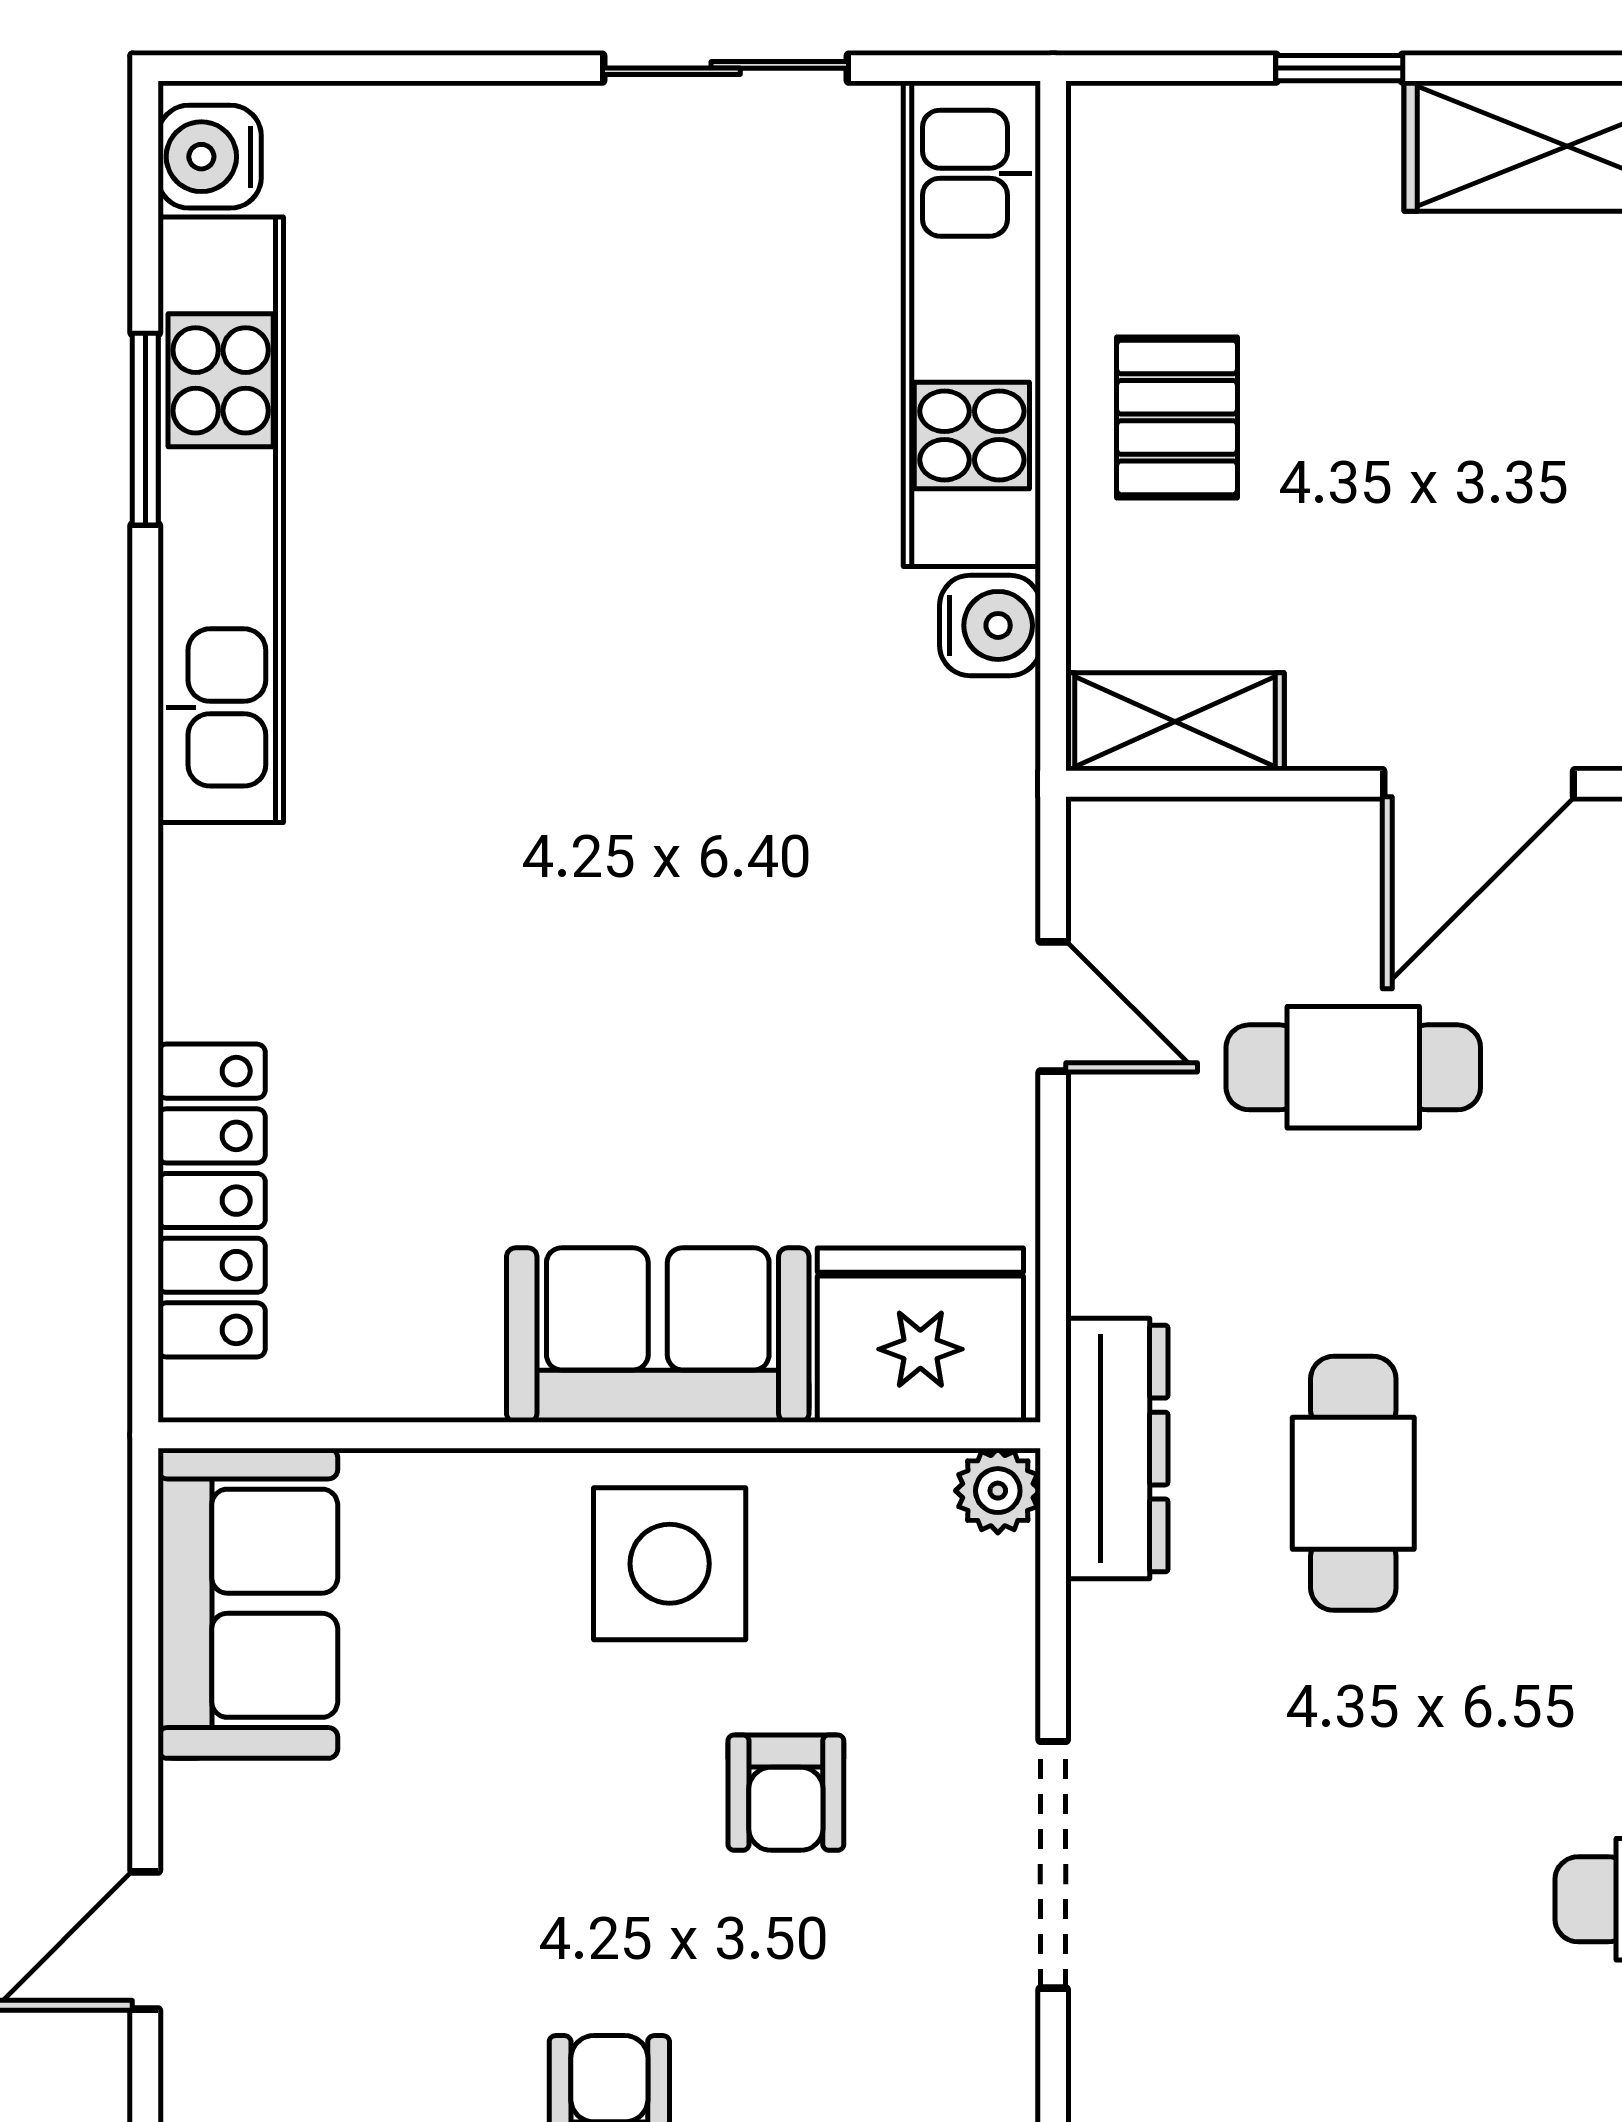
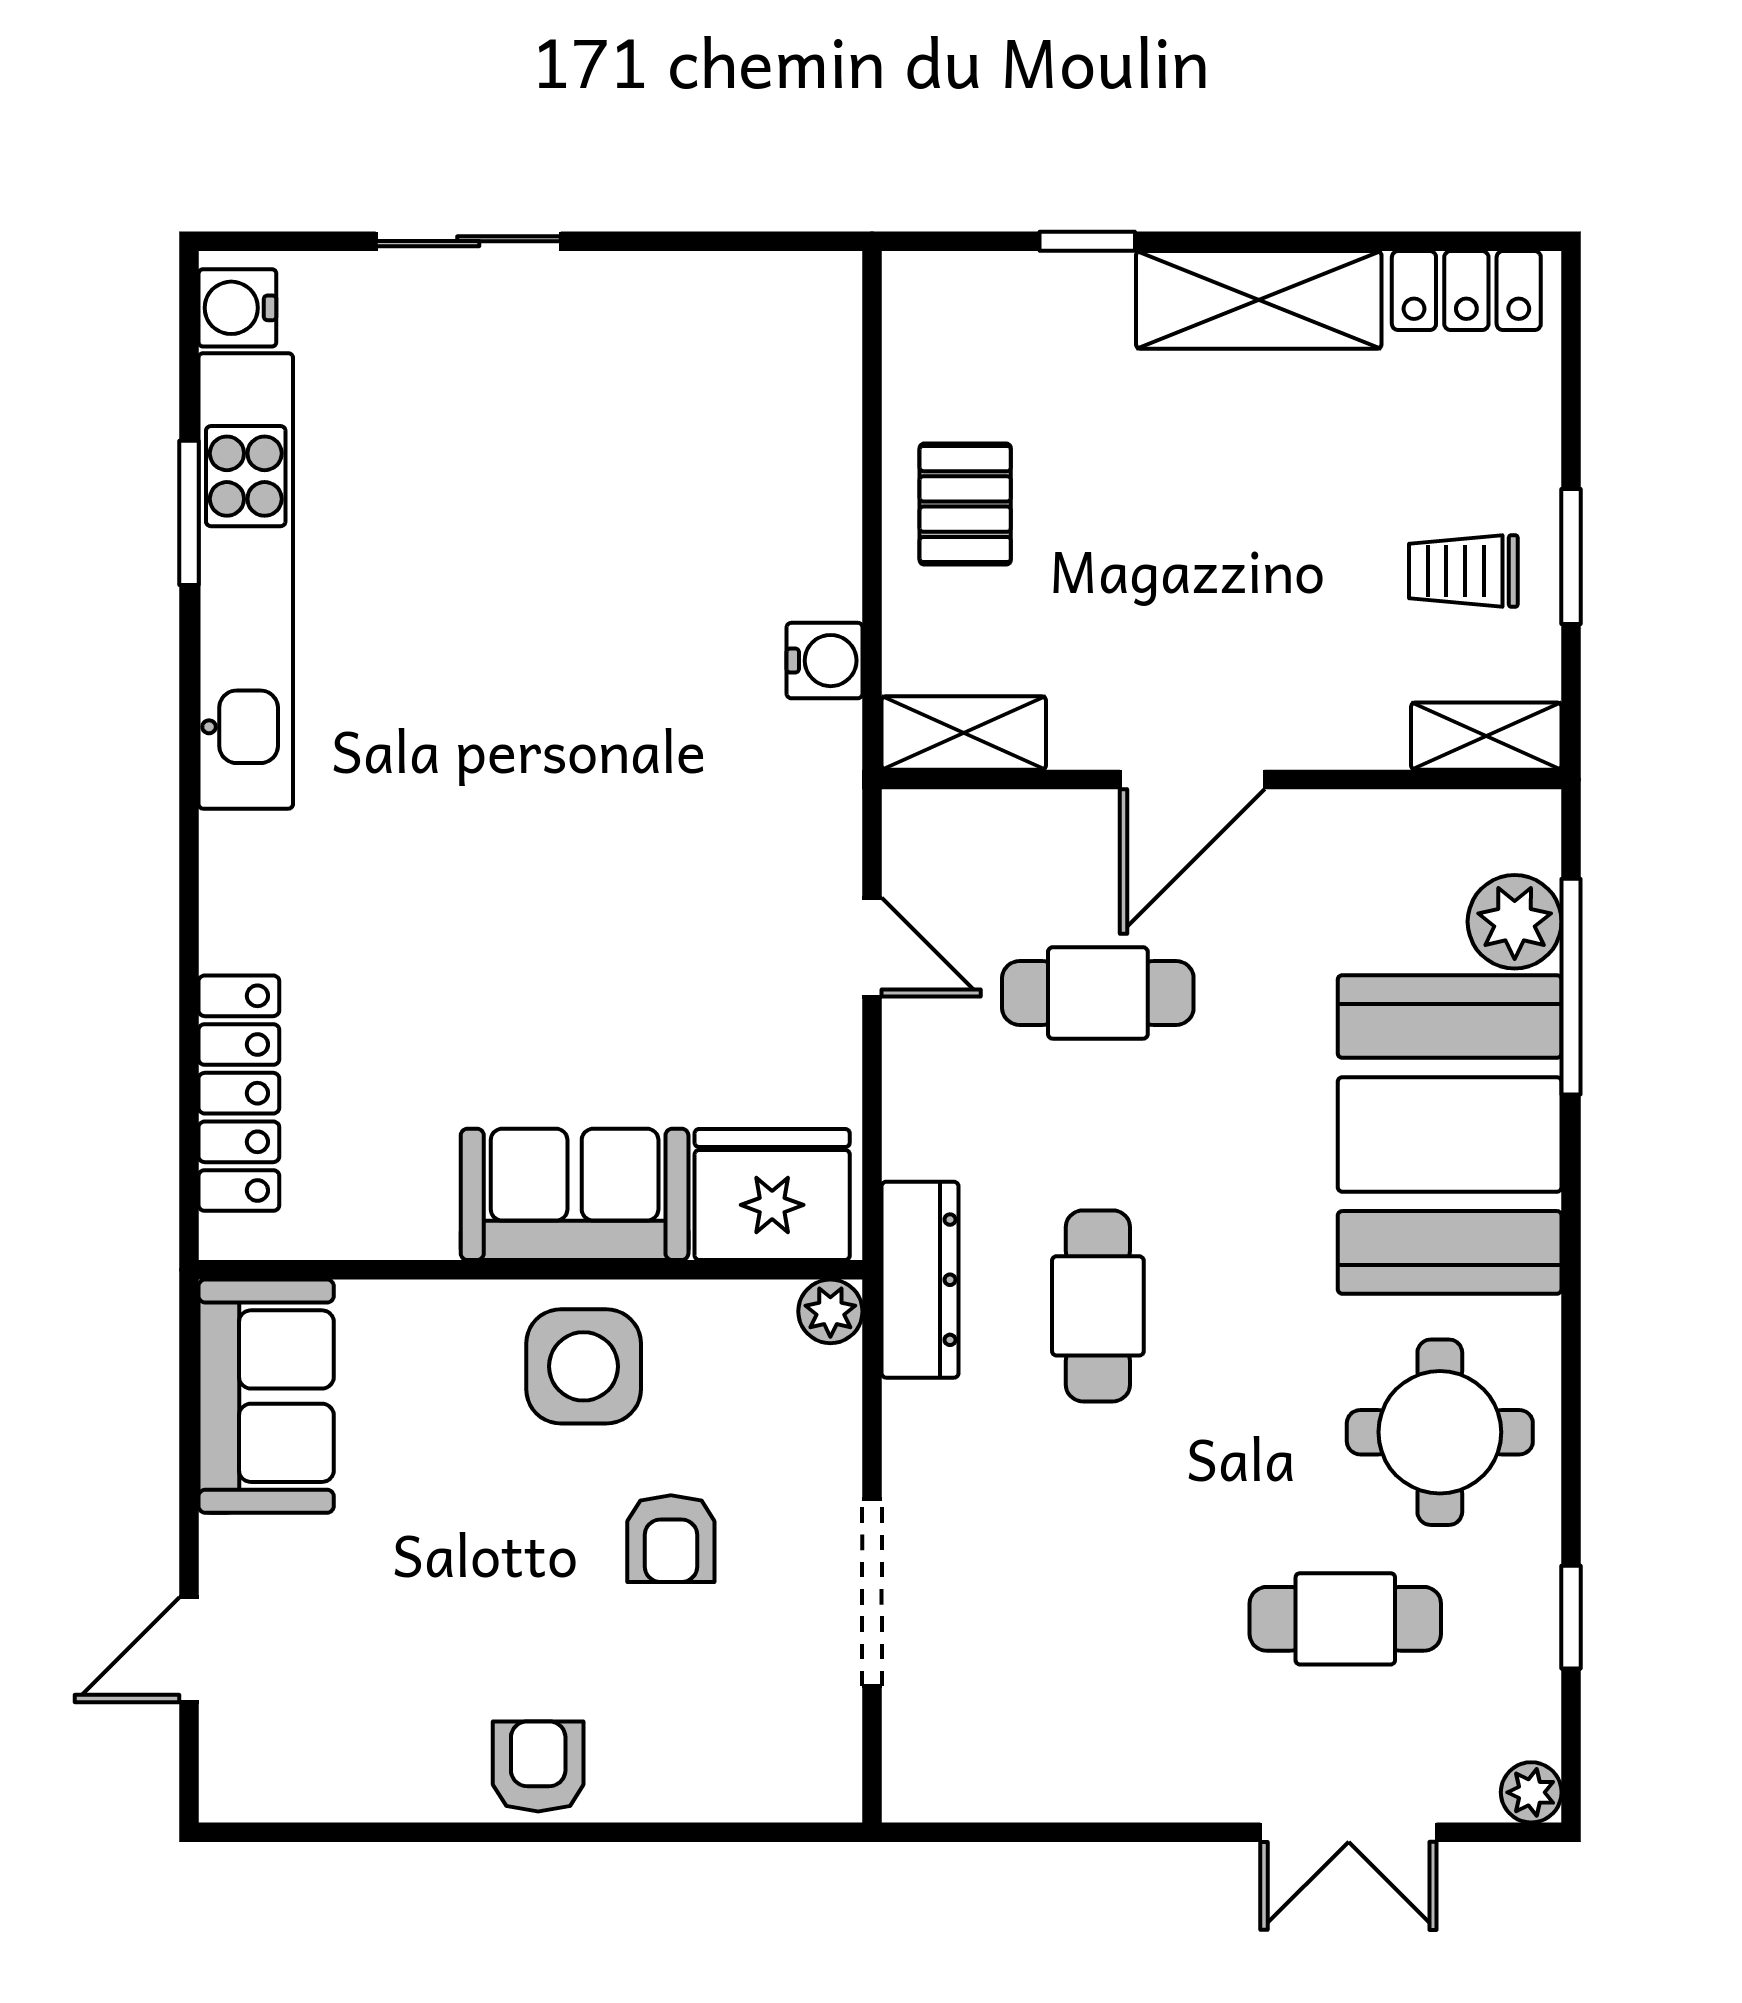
sliding door: (726, 68) -> (468, 241), moved
kitchen unit: (972, 324) -> (811, 434), removed

